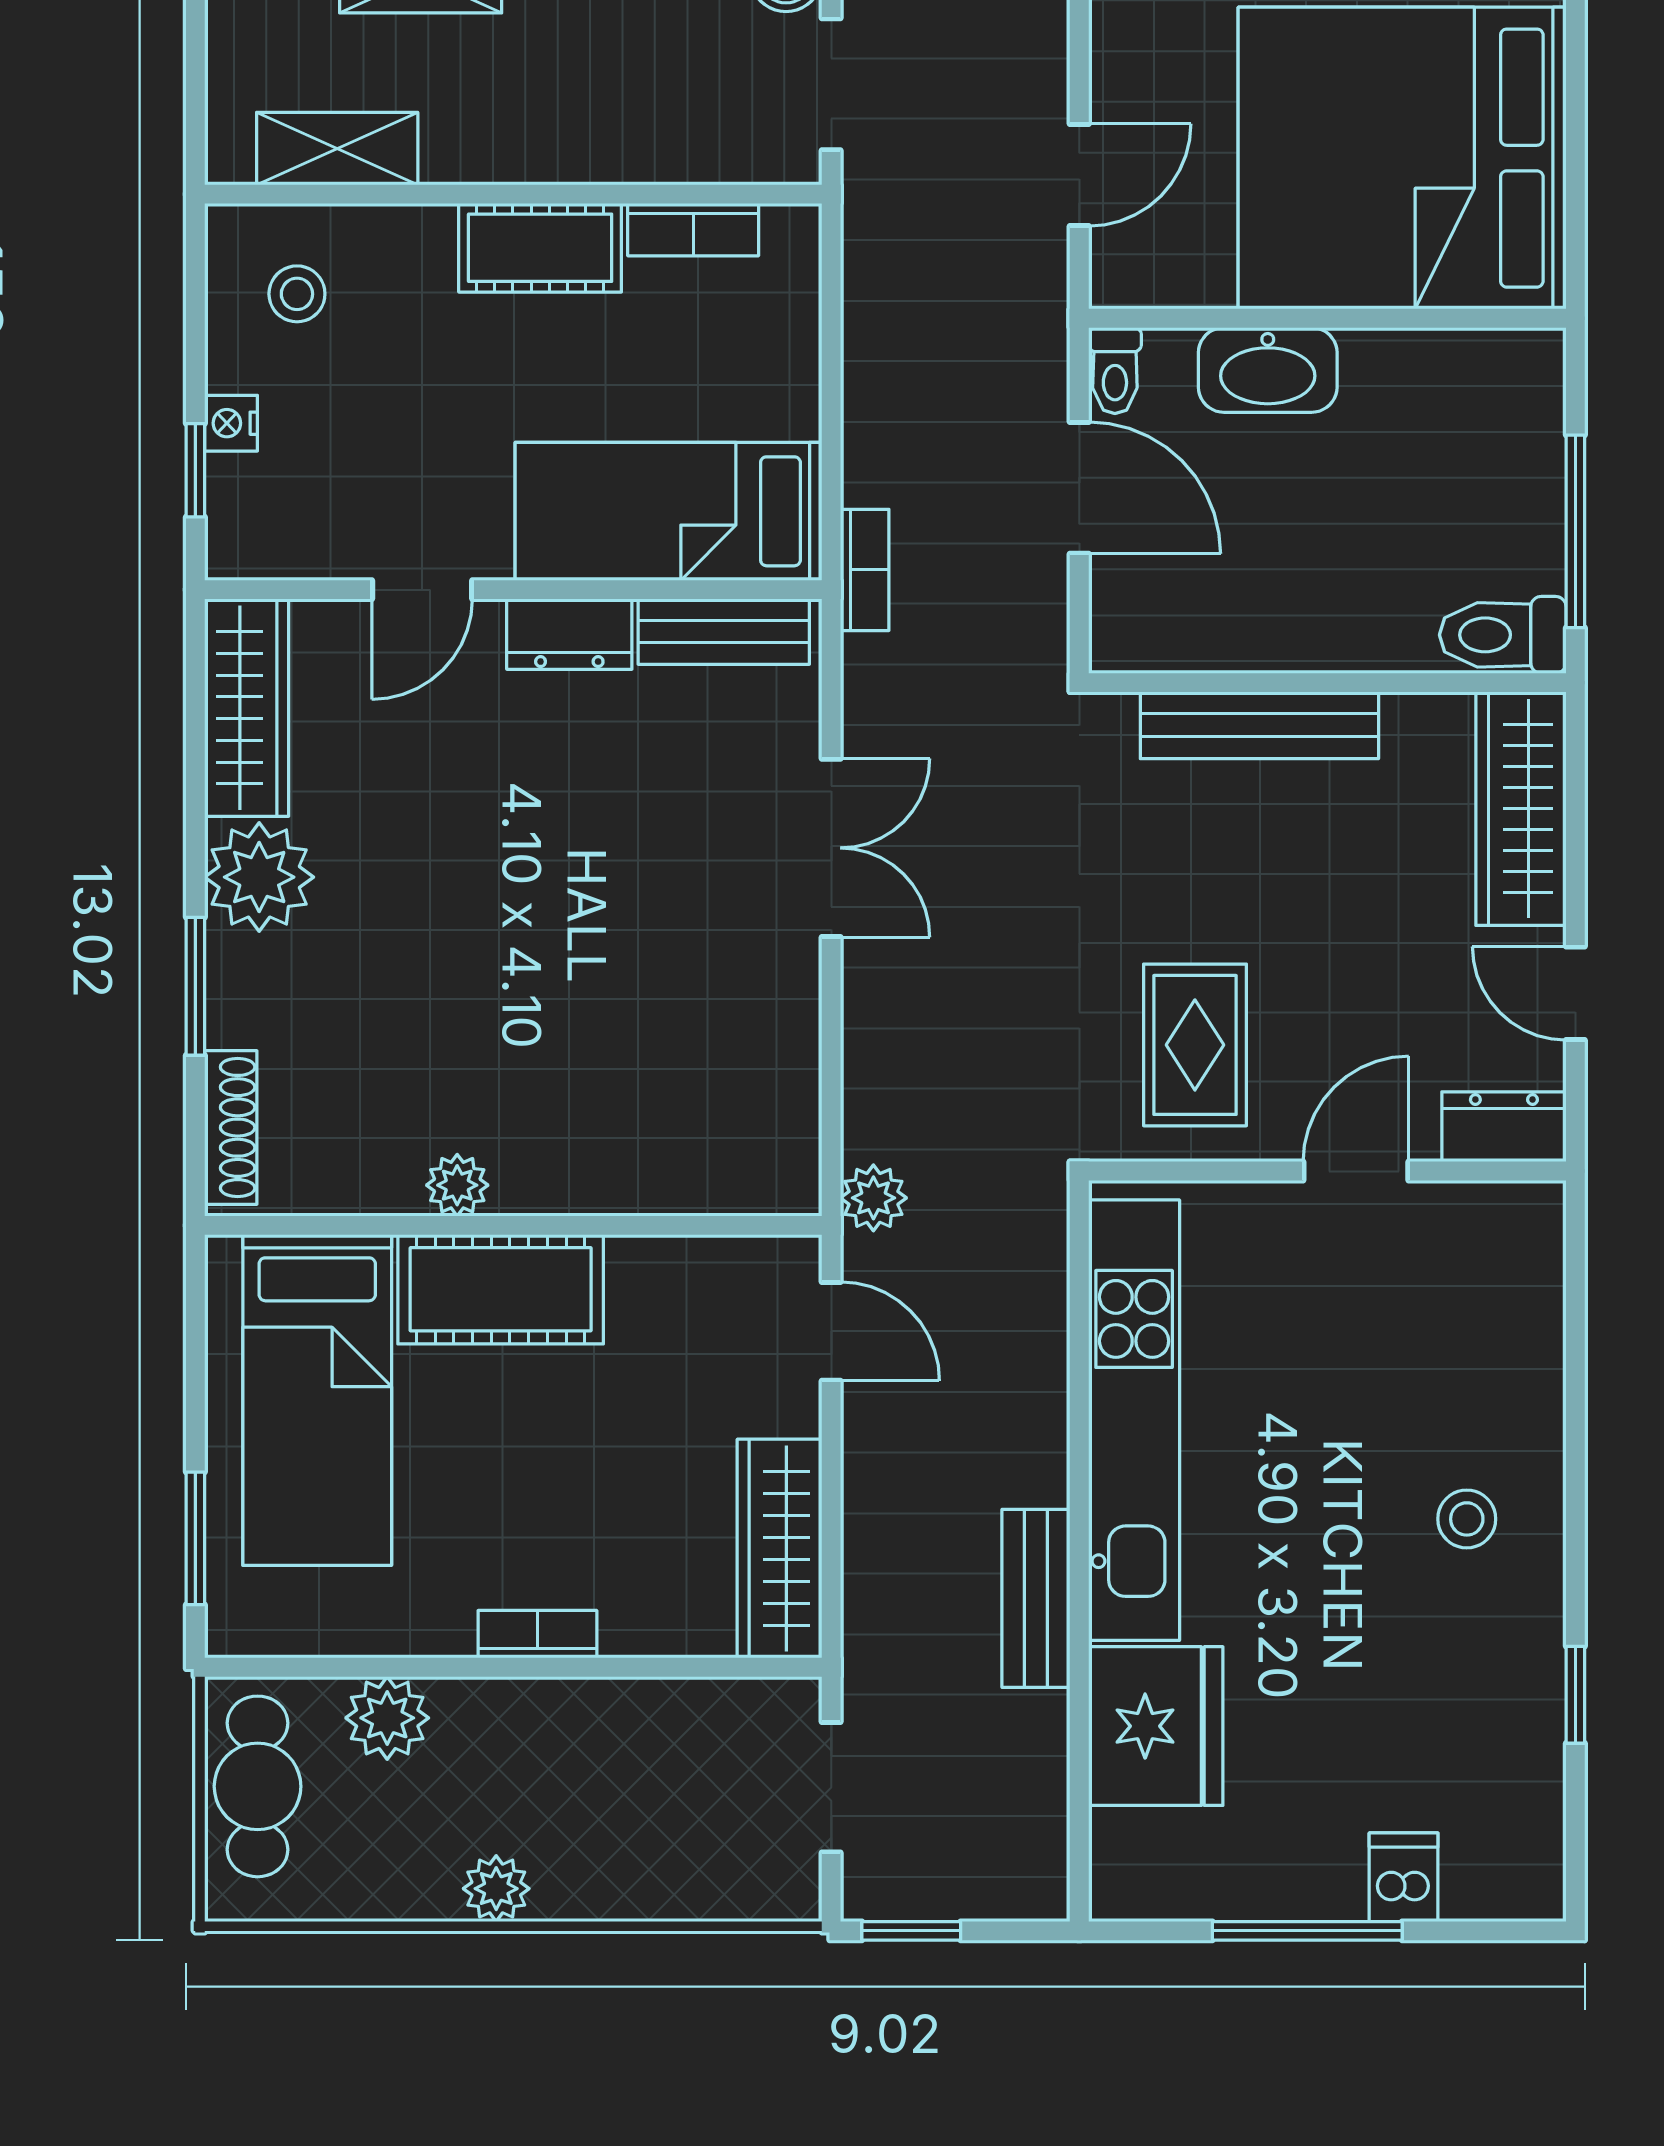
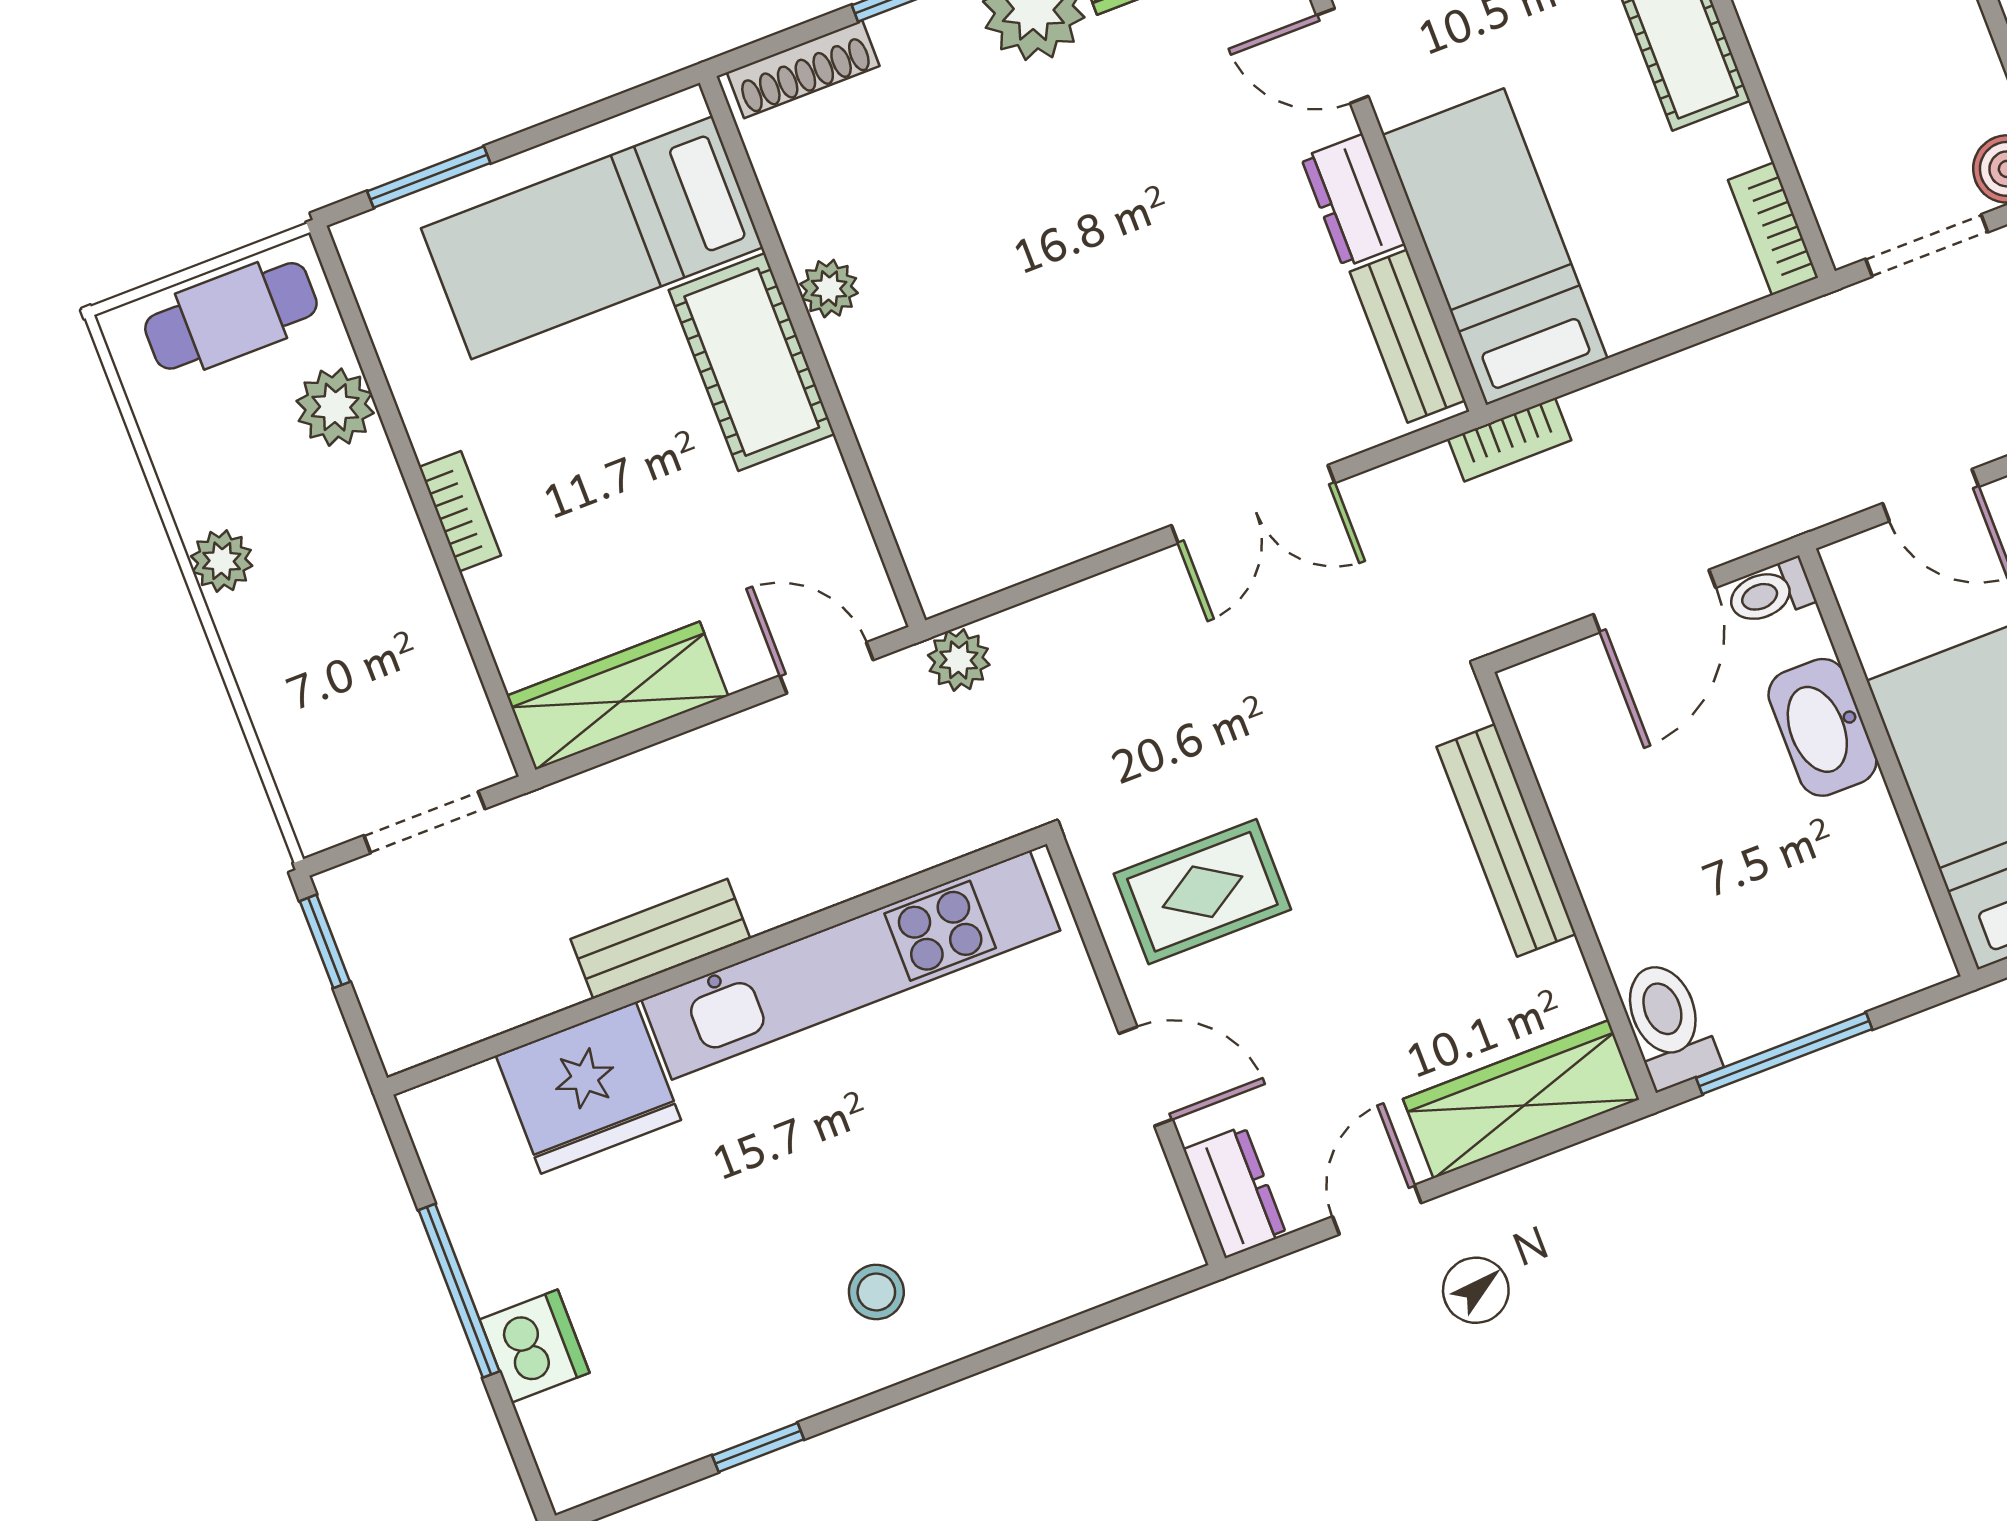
bookcase: (693, 230) -> (1773, 229), moved
door: (831, 1331) -> (827, 668), swing flipped
dishwasher: (1404, 1877) -> (535, 1346), width x1.38

